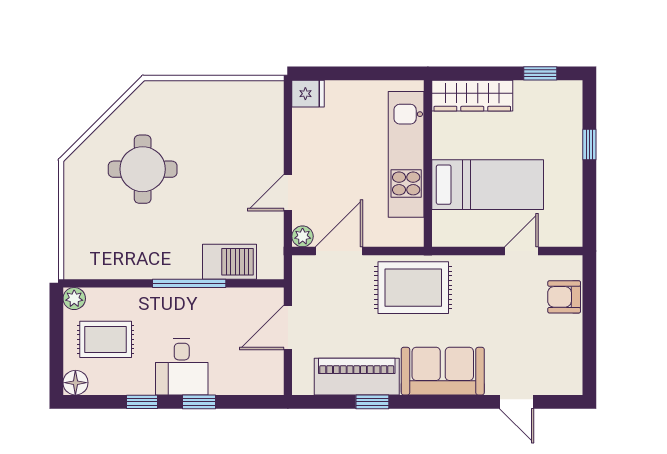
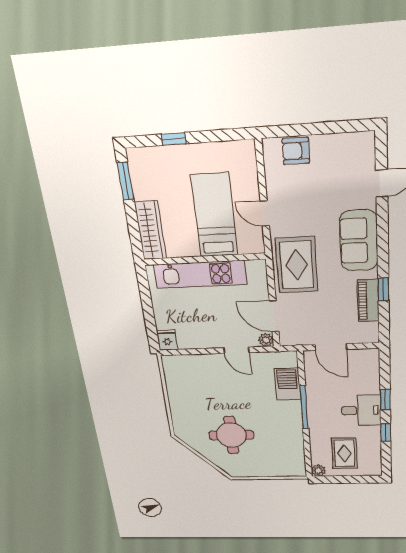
window: (540, 73) -> (126, 181), width x1.50
door: (521, 251) -> (265, 213), moved
armchair: (564, 297) -> (296, 151), turned 90
piano: (357, 377) -> (368, 301), width x0.73, depth x0.75
floor lamp: (75, 383) -> (374, 469), removed

